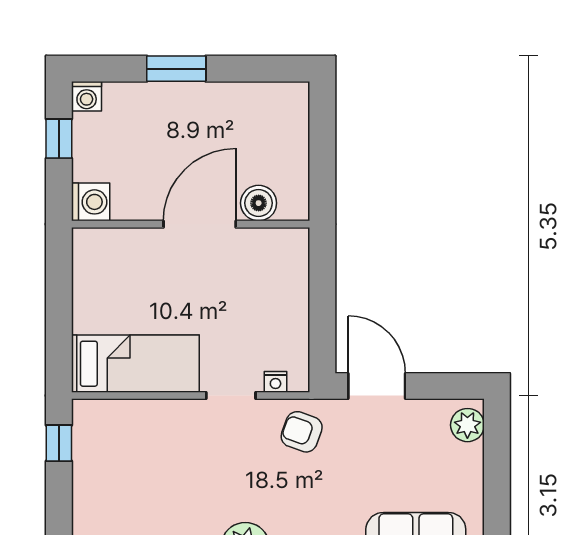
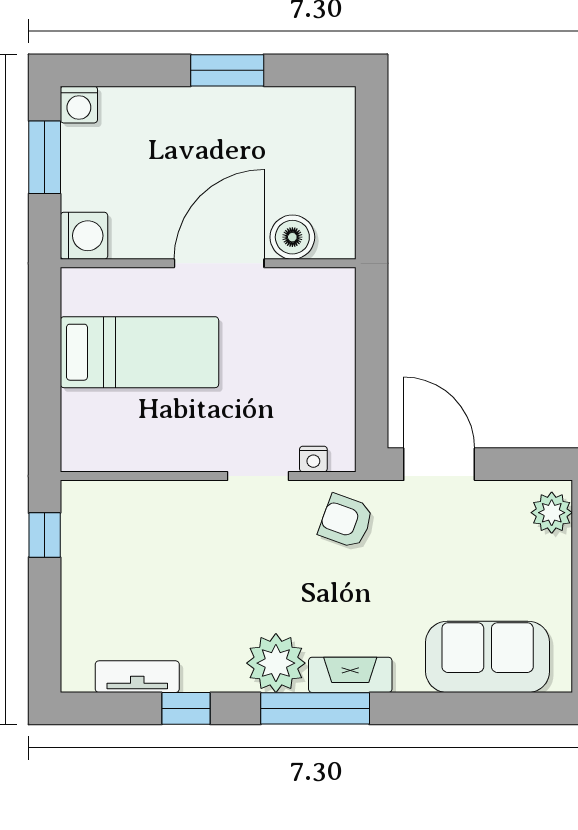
window: (176, 69) -> (227, 70), moved
window: (59, 139) -> (45, 157), width x1.50
bed: (135, 364) -> (139, 352), moved

